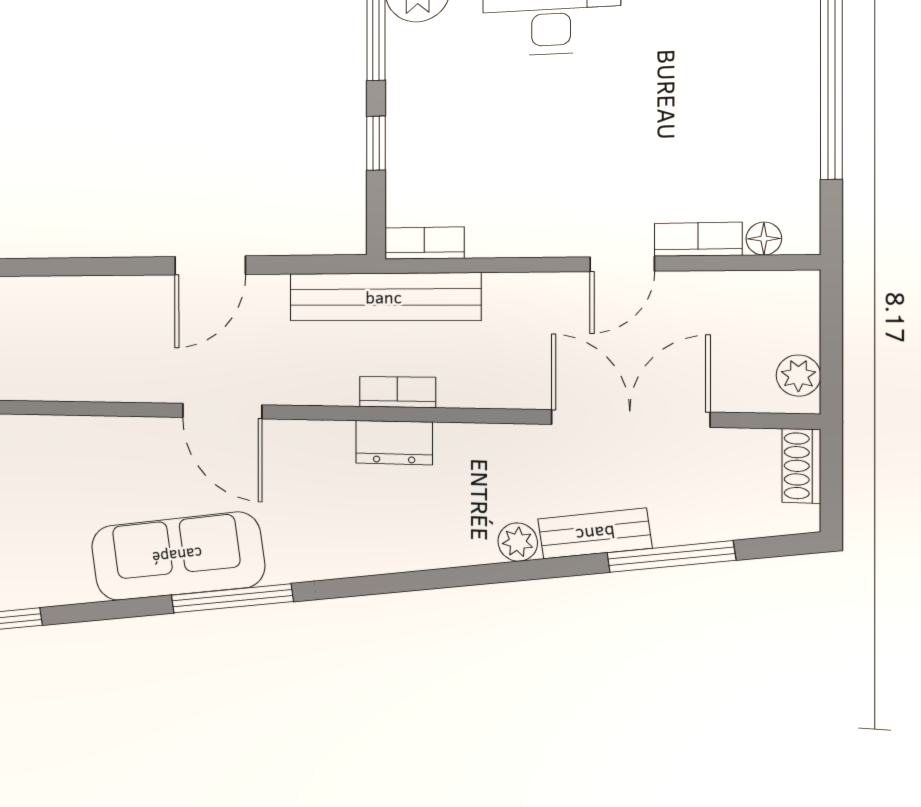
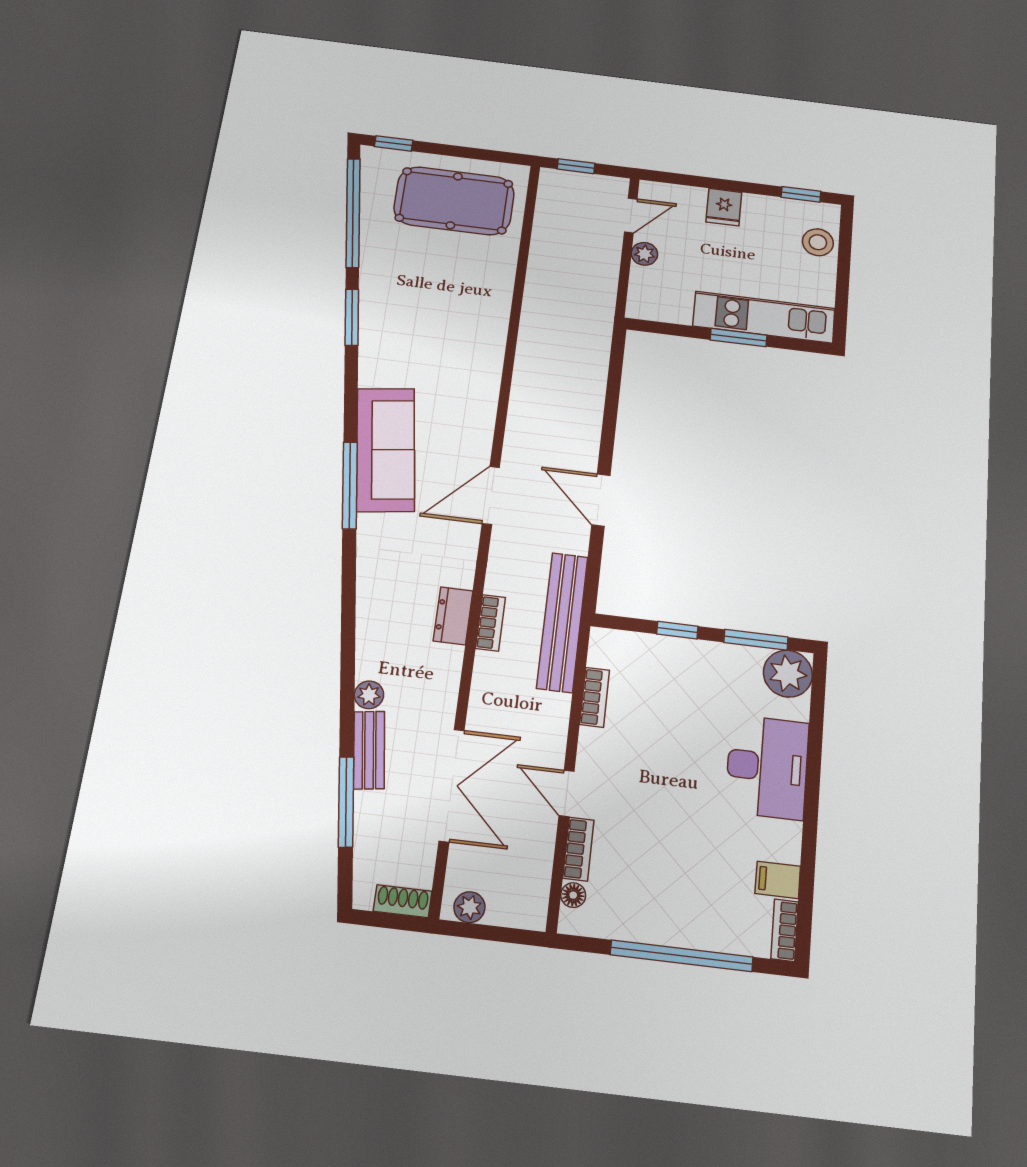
bookcase: (424, 243) -> (595, 697), moved

